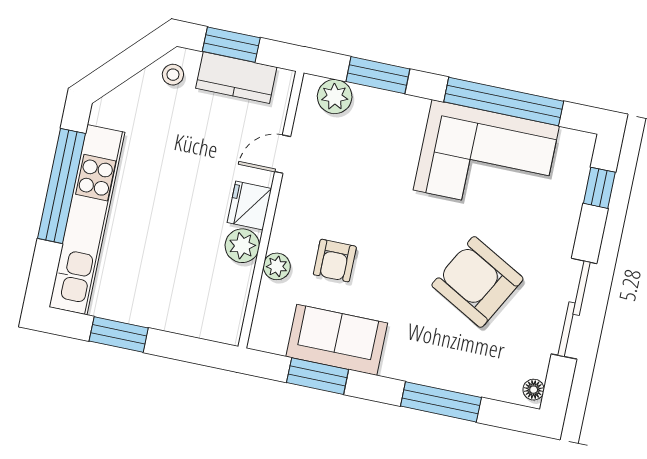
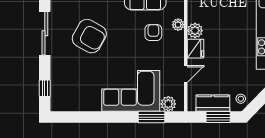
window: (504, 101) -> (94, 117), removed
corner sofa: (486, 158) -> (131, 91), moved

